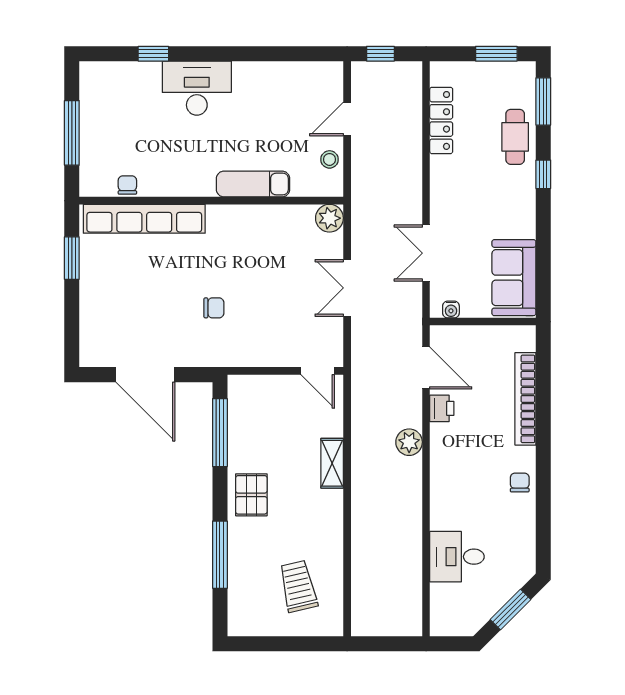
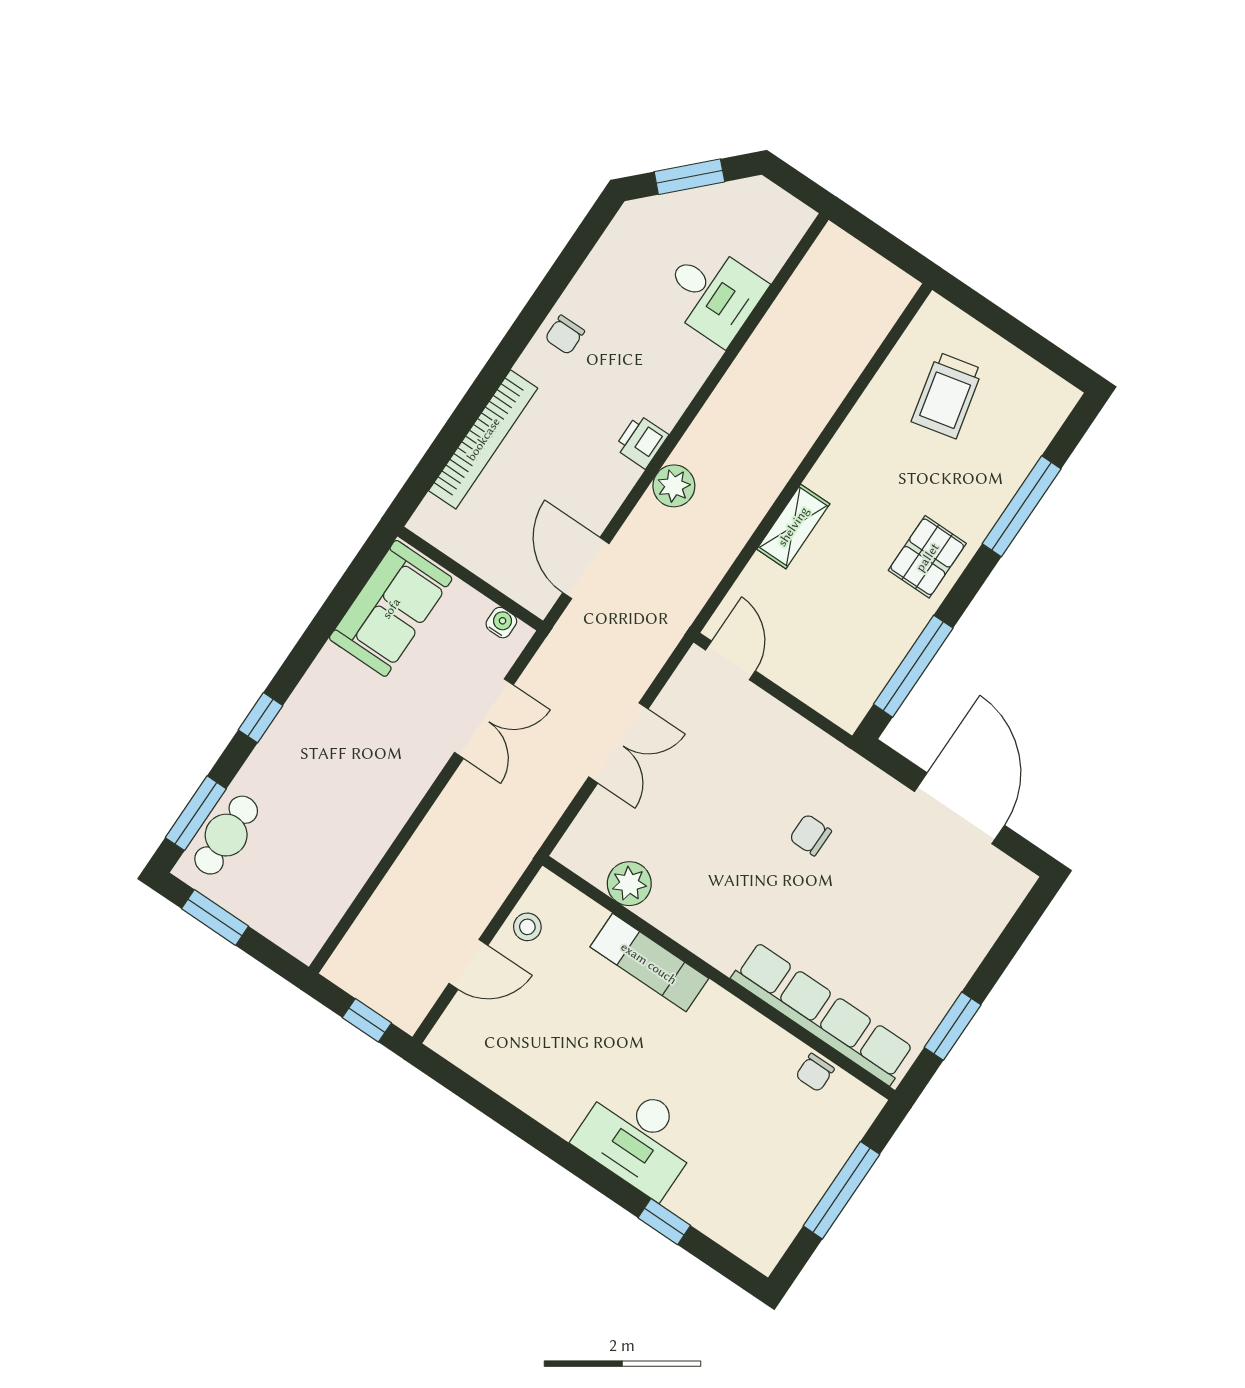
locker: (441, 120) -> (346, 879), removed
cafe table: (515, 137) -> (226, 835), moved
plant: (329, 218) -> (629, 884), moved
printer: (442, 408) -> (641, 441), moved

